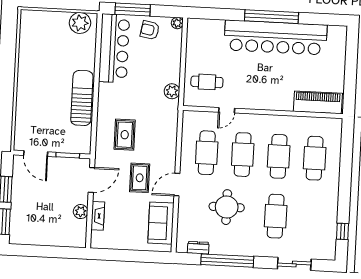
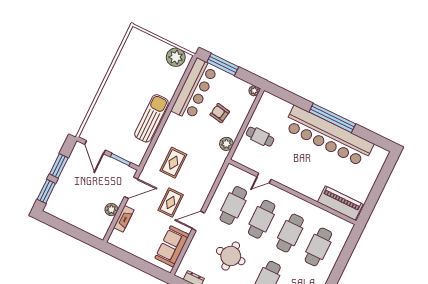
armchair: (150, 30) -> (220, 113), moved
cafe table: (207, 82) -> (260, 137), moved

